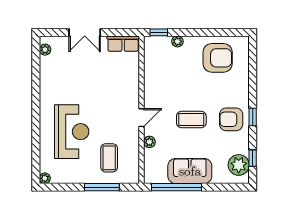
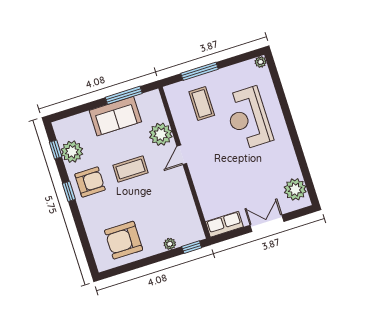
plant: (45, 50) -> (295, 189), width x1.88, depth x1.88
plant: (149, 142) -> (161, 134), width x1.88, depth x1.88
plant: (239, 165) -> (72, 152), moved
window: (177, 187) -> (124, 95), width x0.68

